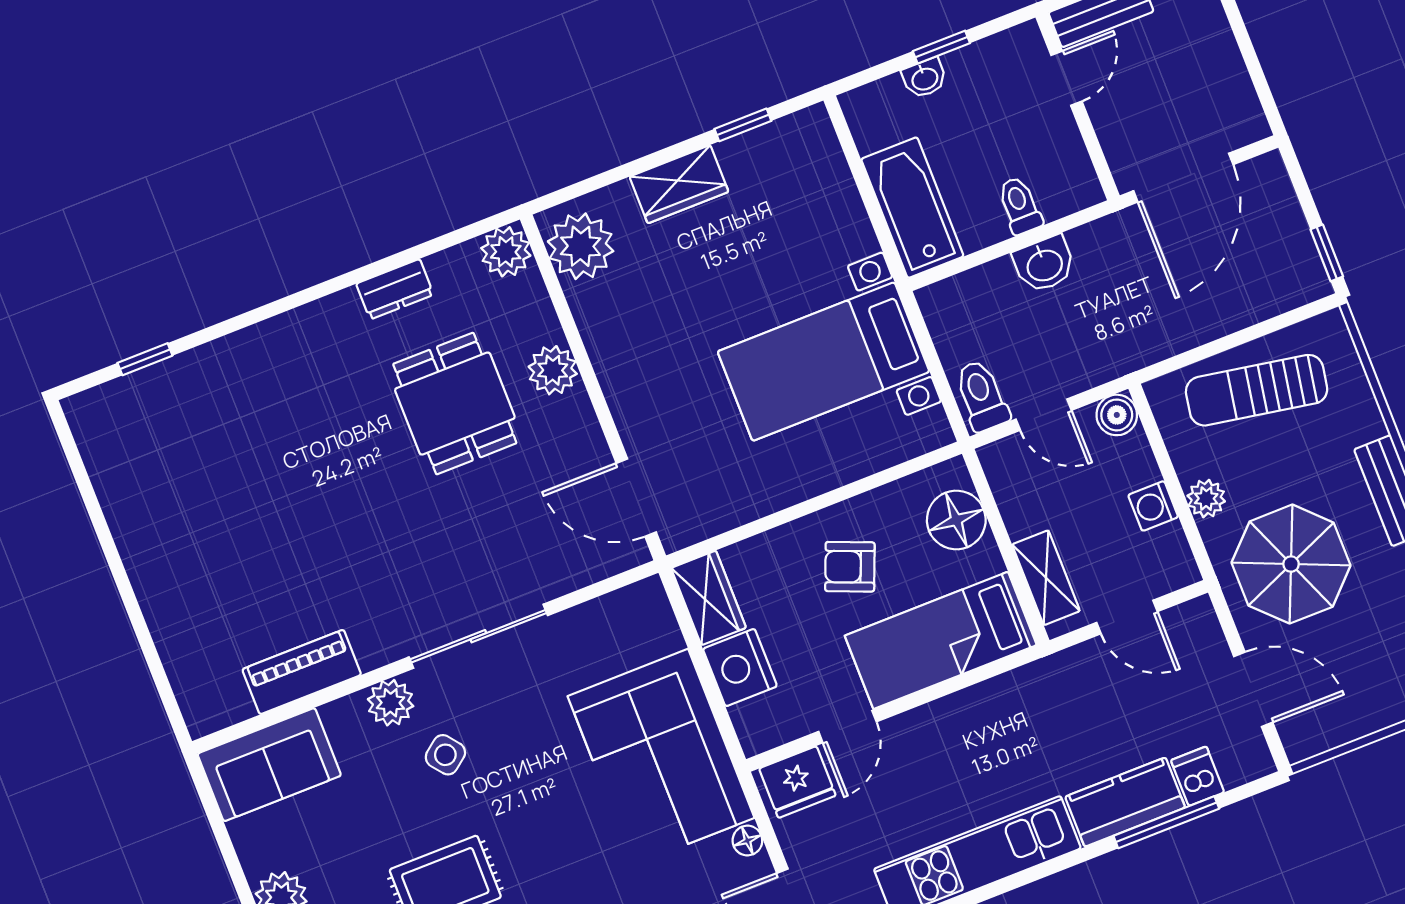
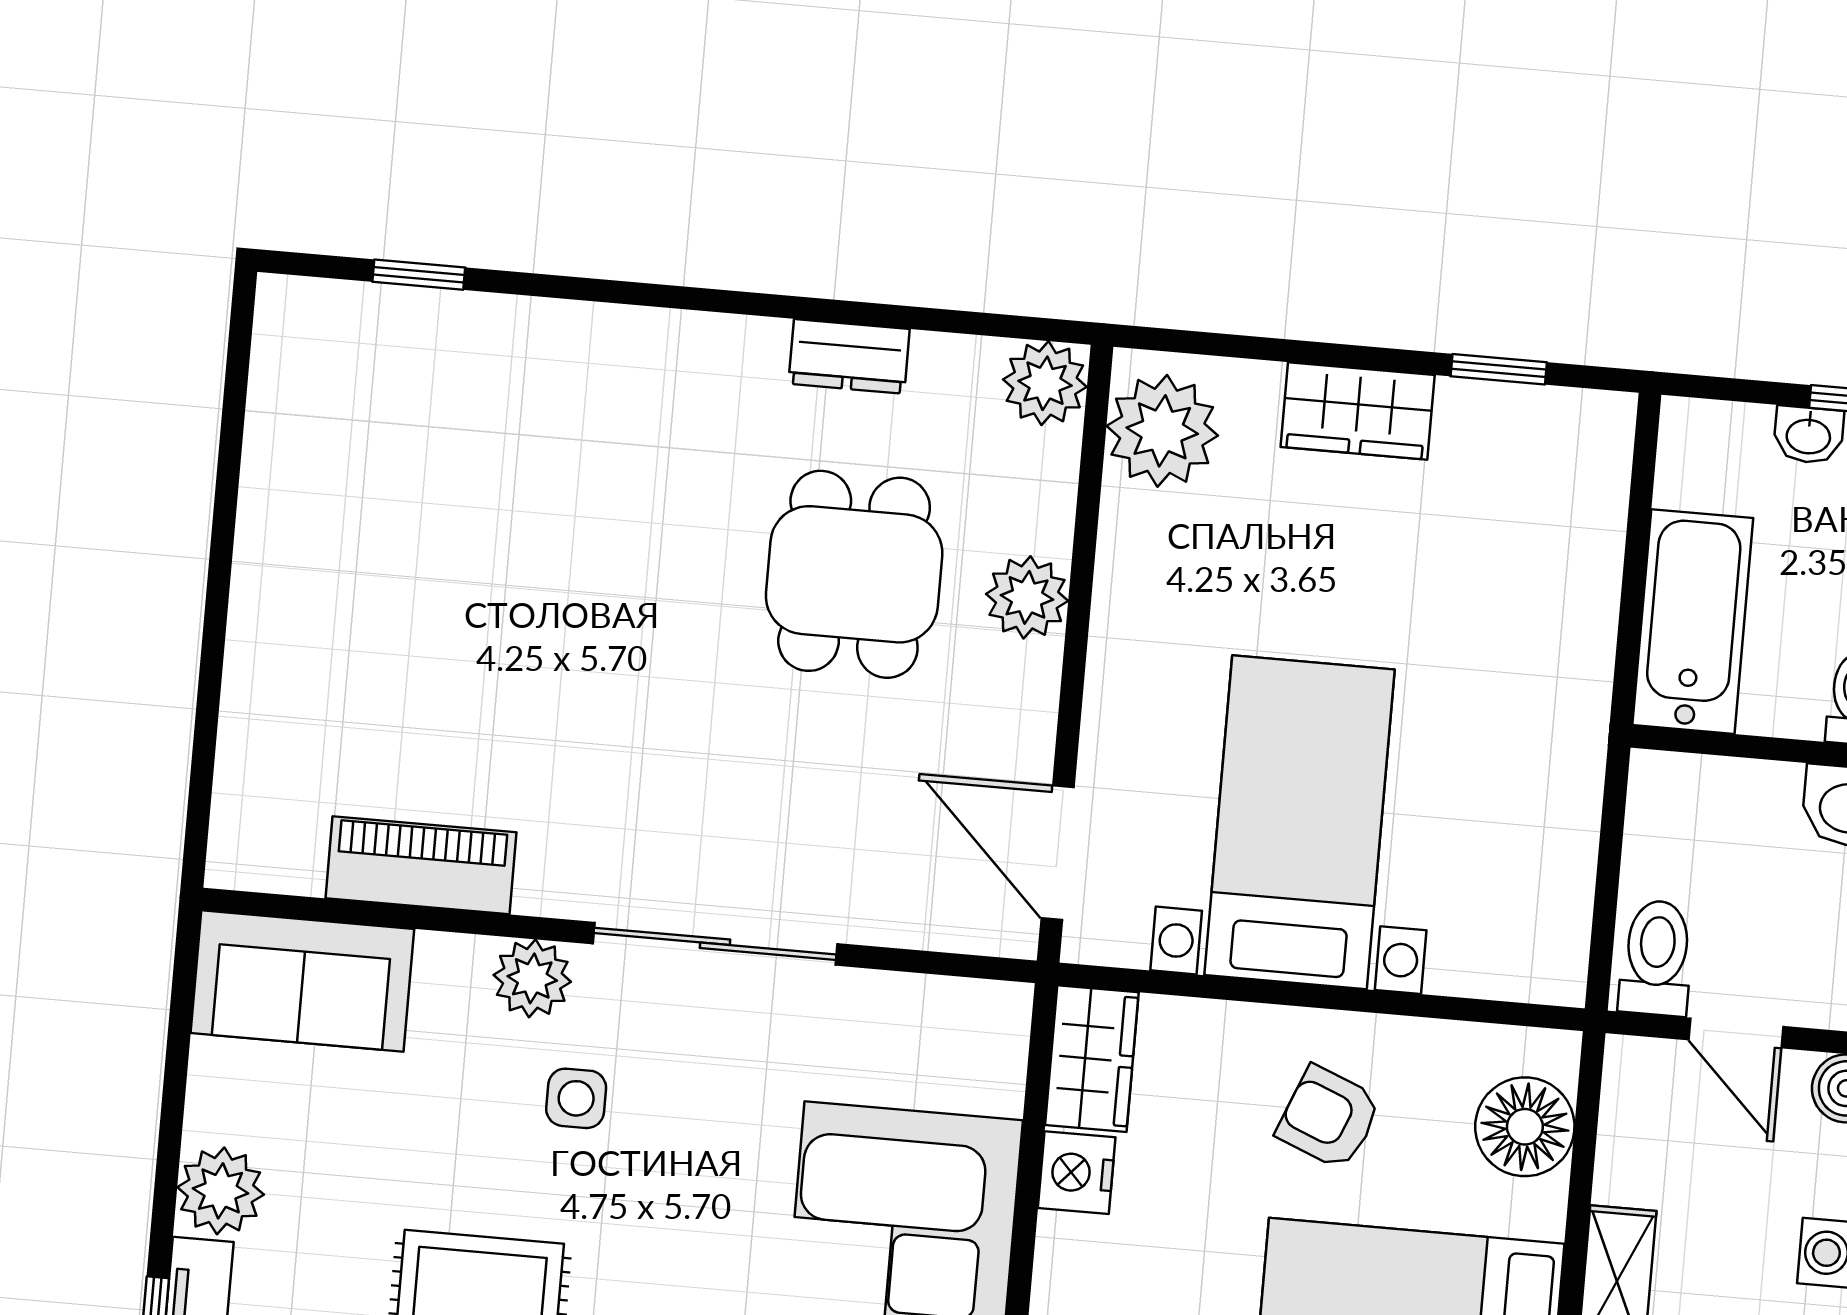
bed with nightstands: (824, 362) -> (1300, 822), moved, turned 90
nightstand: (740, 668) -> (1077, 1173), width x0.74, depth x0.75
side table: (445, 755) -> (576, 1098), turned 38

